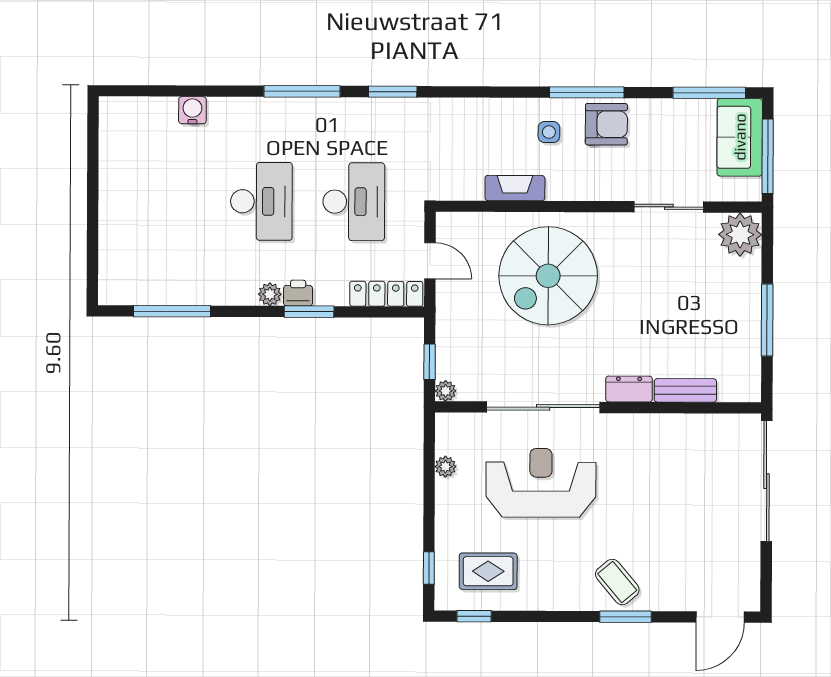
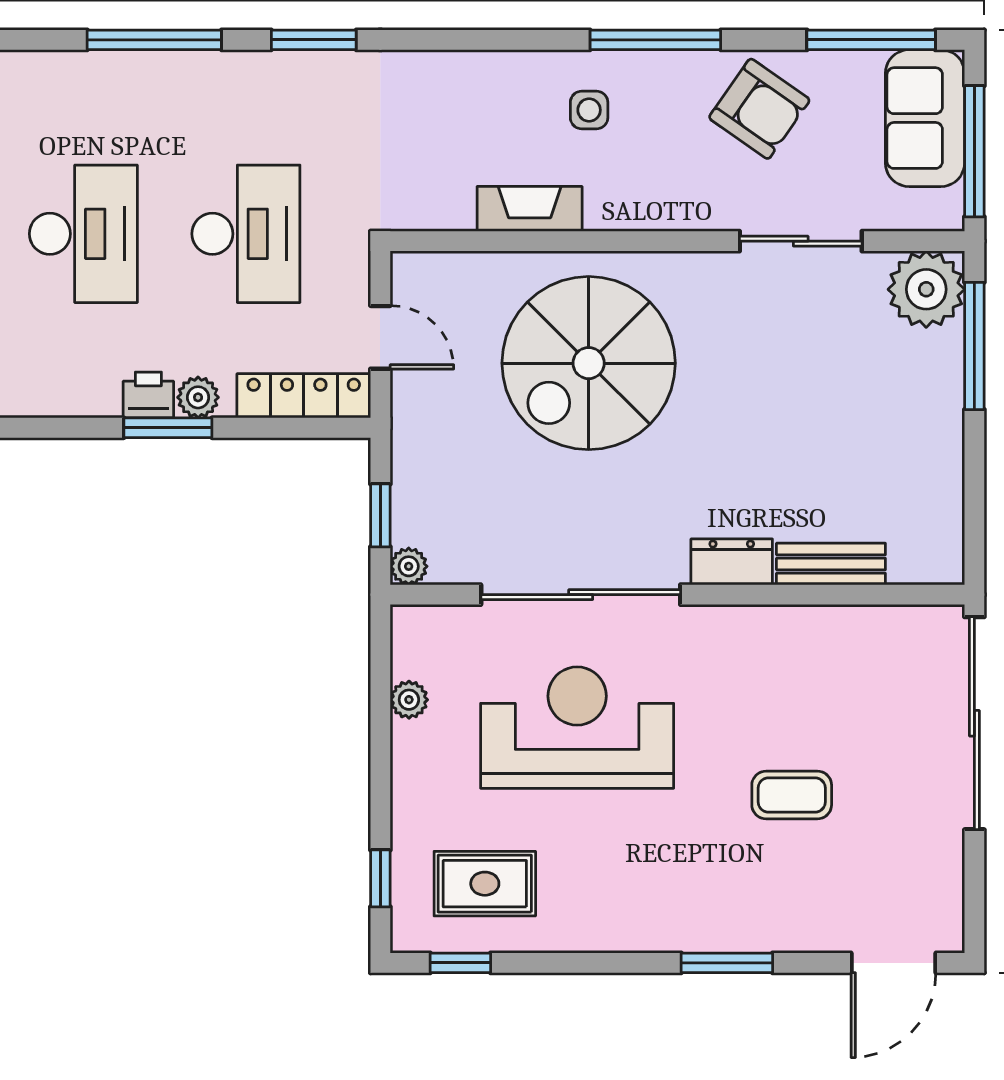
armchair: (606, 124) -> (759, 109), moved, turned 35
plant: (270, 294) -> (198, 397), moved
window: (767, 320) -> (974, 346), moved
coffee table: (617, 582) -> (792, 795), moved, turned -50

